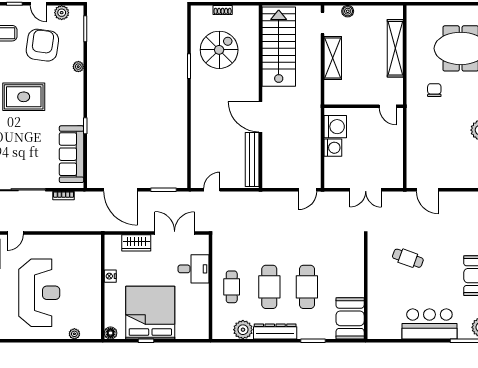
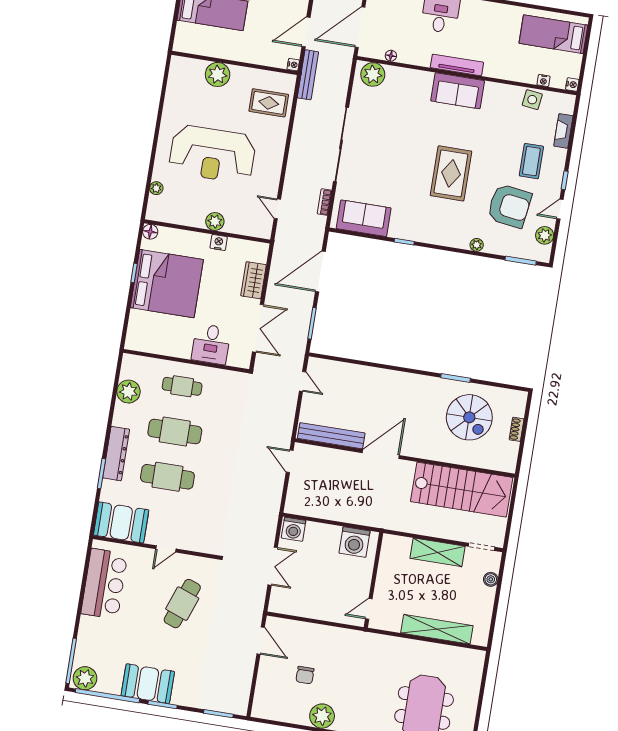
chair: (434, 90) -> (305, 675), moved, turned 90
washing machine: (333, 148) -> (294, 529), moved
sofa: (72, 154) -> (364, 218), width x0.73
door: (307, 190) -> (290, 461), moved
double door: (366, 190) -> (273, 566), swing flipped
door: (428, 190) -> (261, 641), swing flipped
door: (15, 233) -> (277, 209), moved
cafe table: (408, 258) -> (182, 604), width x1.37, depth x1.35
door: (366, 279) -> (166, 549), added
plant: (94, 282) -> (215, 222), added
bar counter: (429, 324) -> (104, 584), moved
dresser: (275, 331) -> (116, 454), moved

